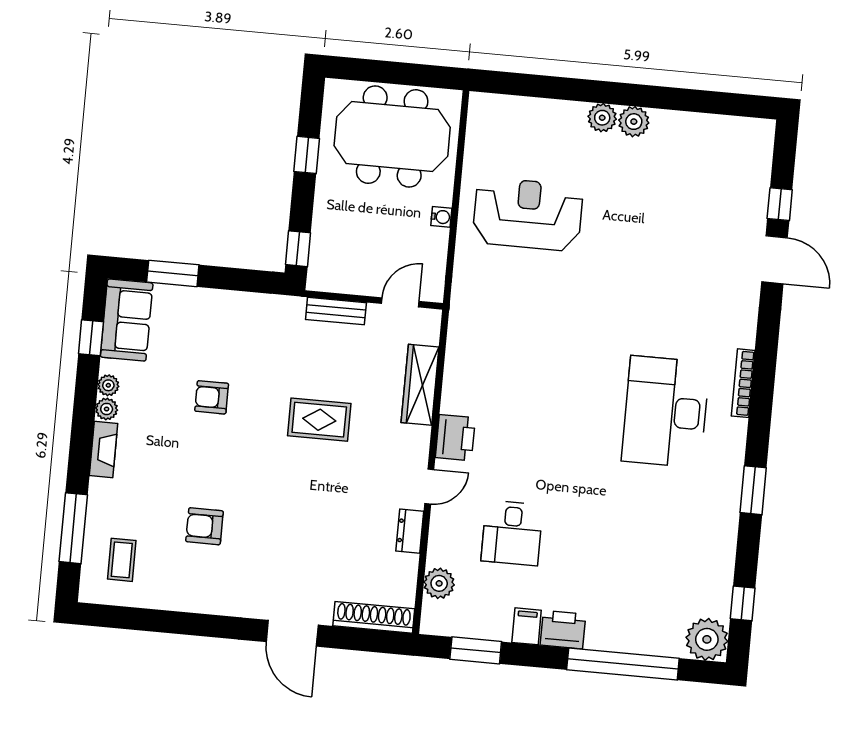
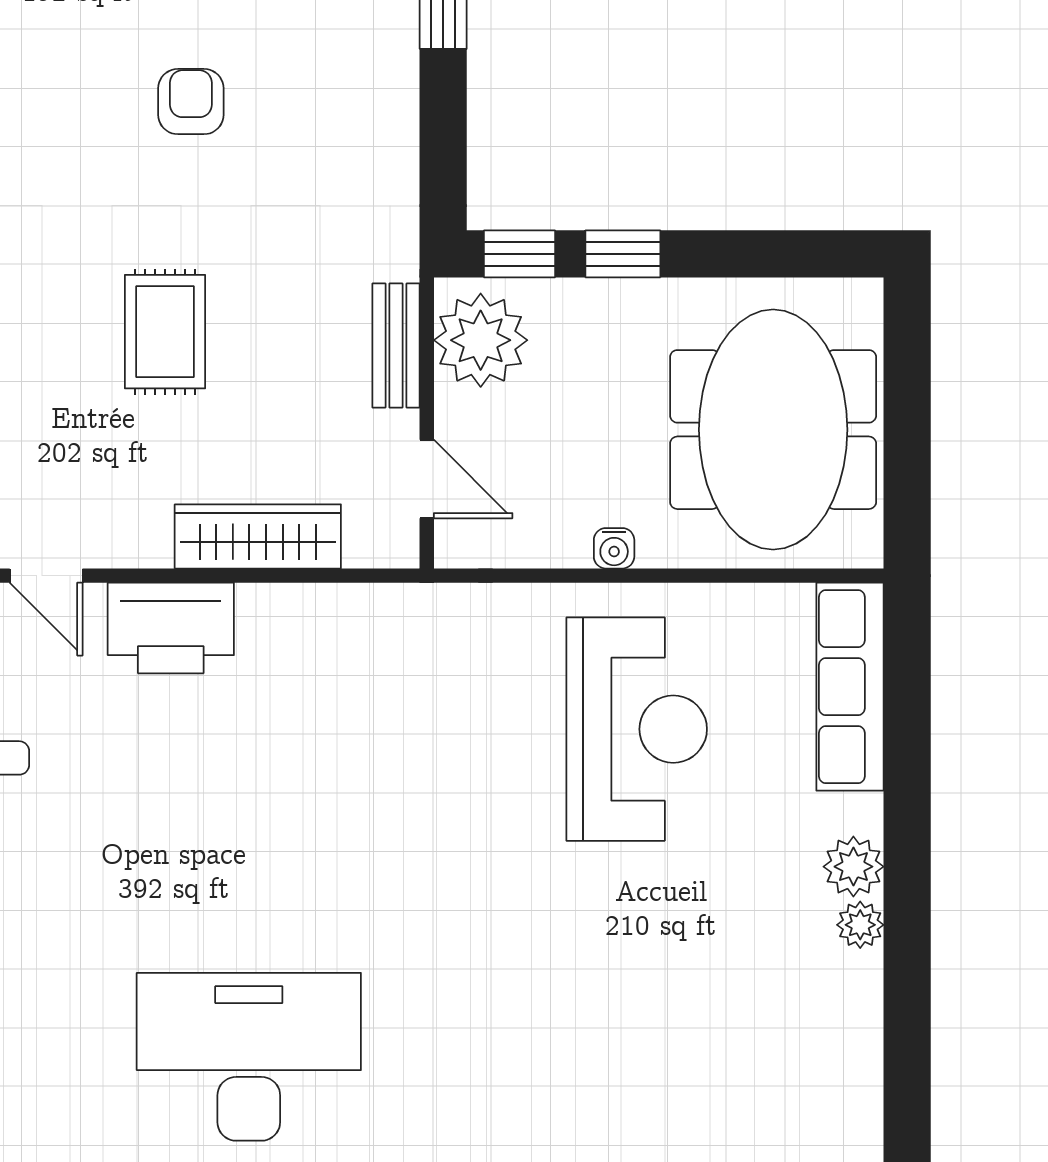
row of seats: (517, 111) -> (850, 687), added
plant: (634, 122) -> (860, 925), width x0.73, depth x0.73
window: (307, 155) -> (623, 254), moved
plant: (337, 271) -> (481, 340), added
printer: (455, 438) -> (171, 628), width x1.37, depth x1.19

